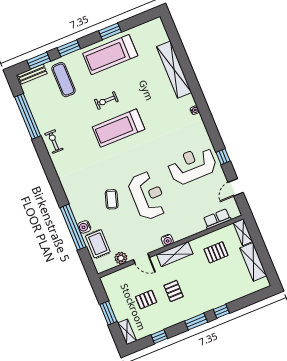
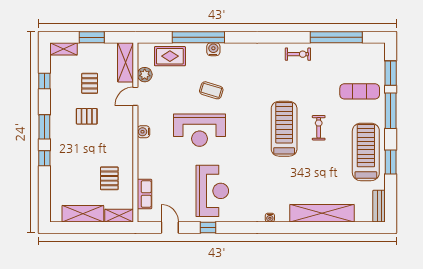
window: (69, 48) -> (391, 111), width x1.44
bench: (32, 74) -> (379, 206), moved
water cooler: (84, 227) -> (213, 49), moved
shelving: (175, 254) -> (125, 62), moved

